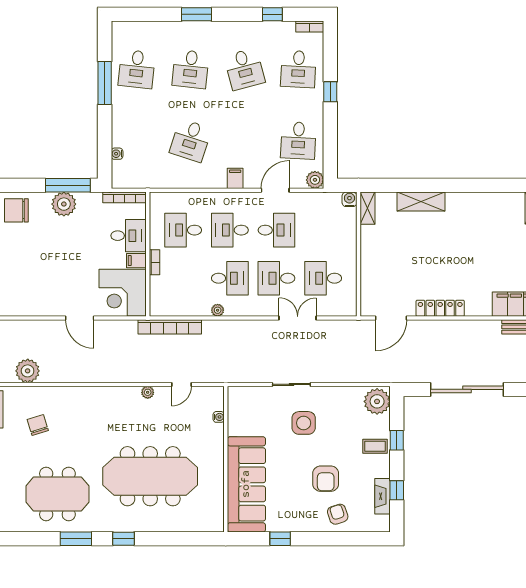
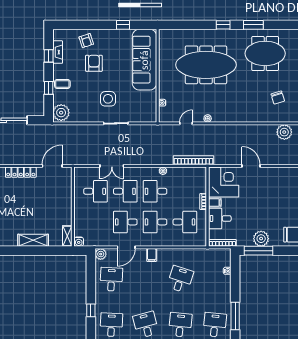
desk: (230, 230) -> (155, 222), turned 180

